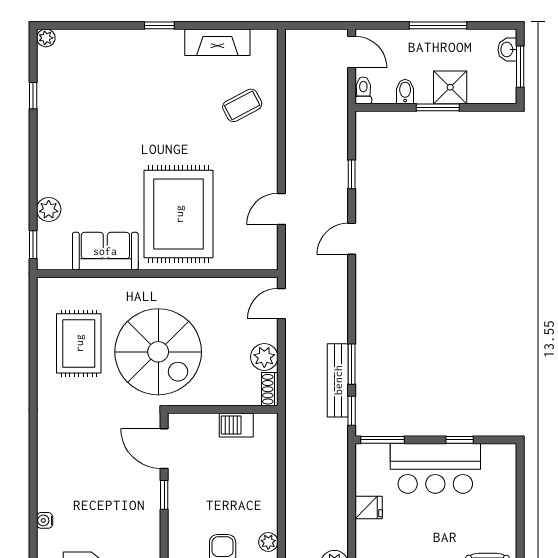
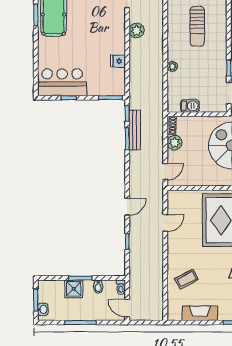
bar counter: (435, 468) -> (62, 82), moved
plant: (268, 542) -> (172, 66), moved

